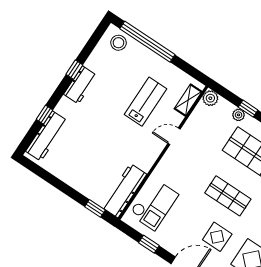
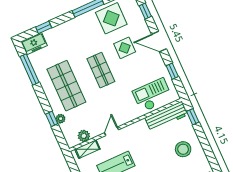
plant: (210, 98) -> (84, 136), moved
door: (174, 136) -> (112, 131), swing flipped
stool: (83, 166) -> (183, 149), added

